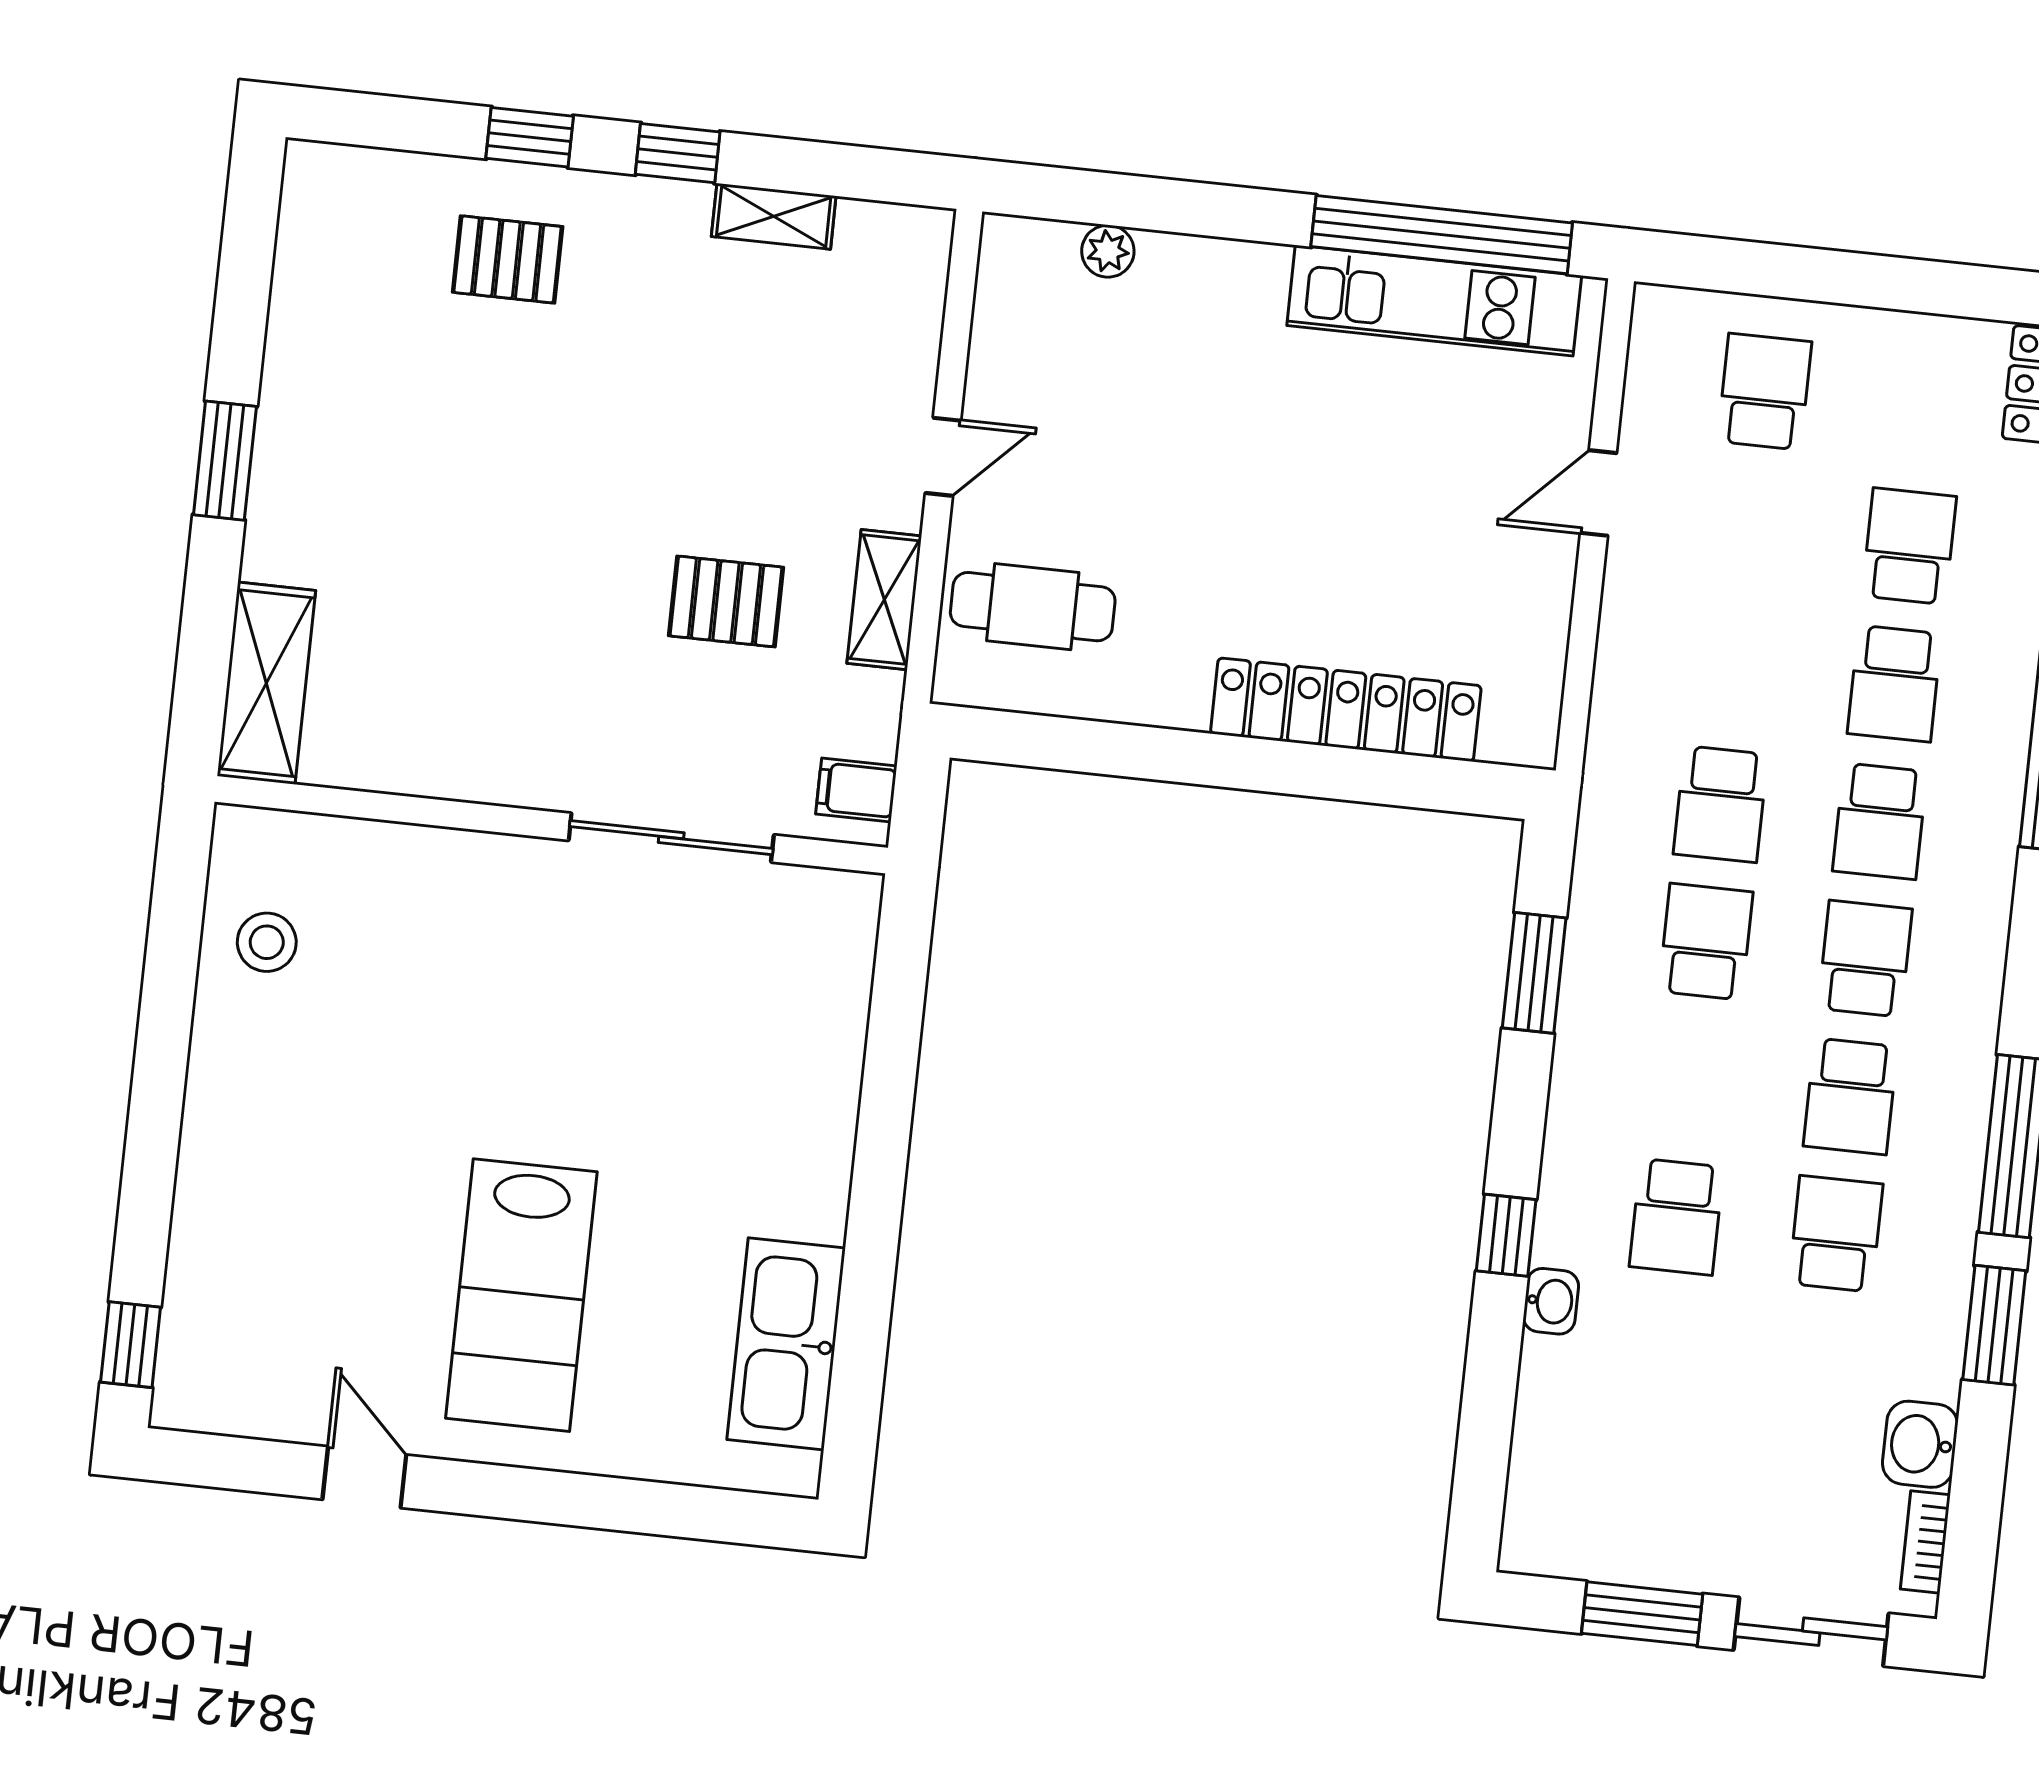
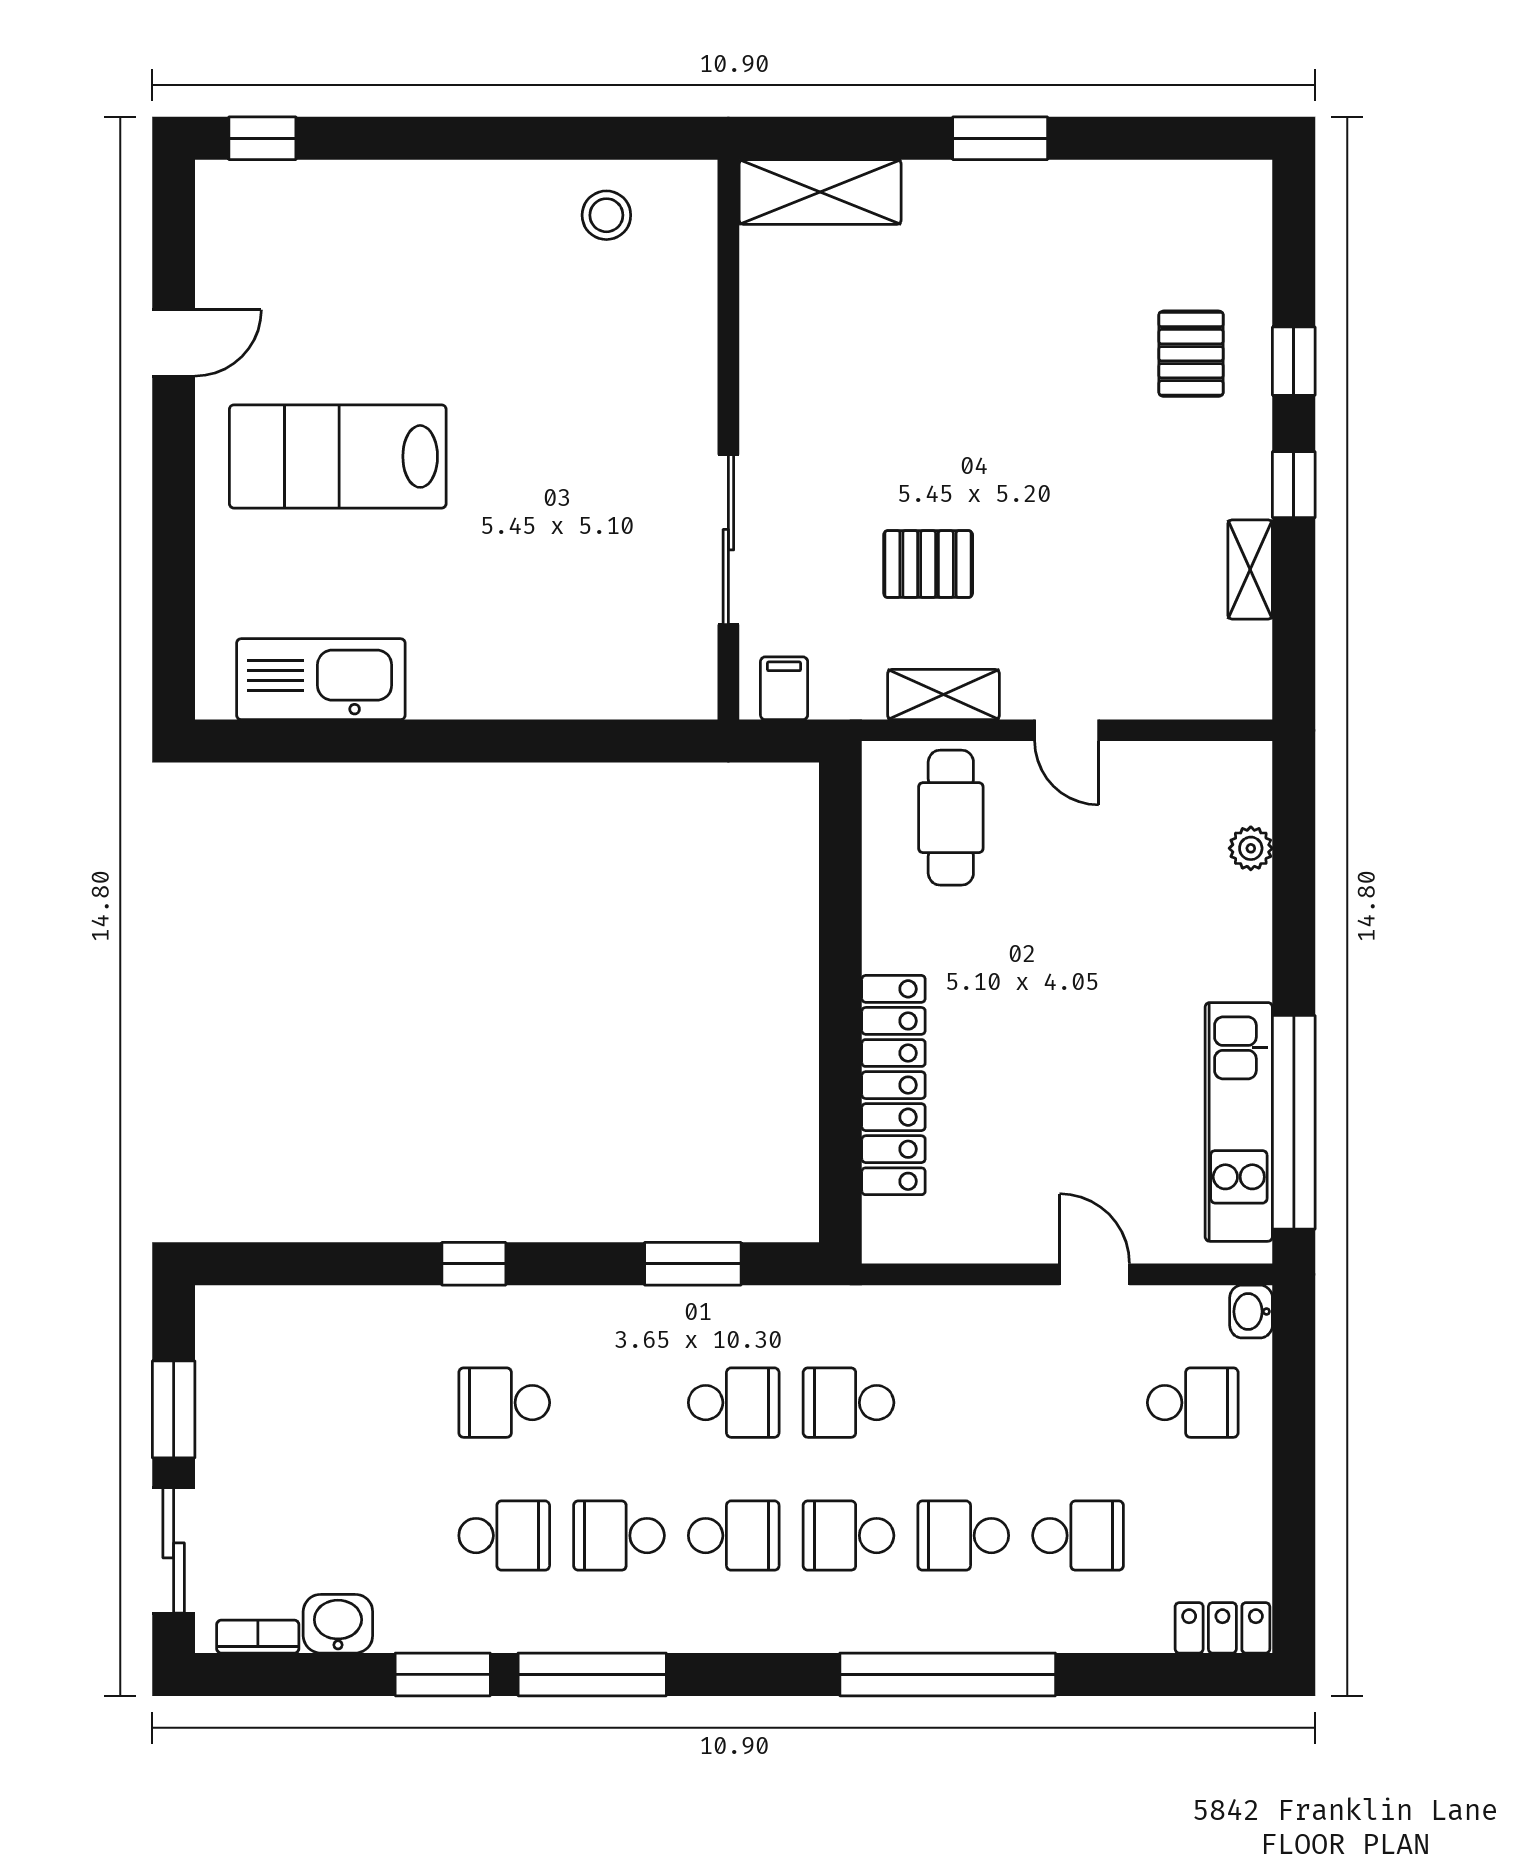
pallet: (726, 601) -> (928, 564), turned 90
washbasin: (1551, 1301) -> (1251, 1312), moved, turned 90

